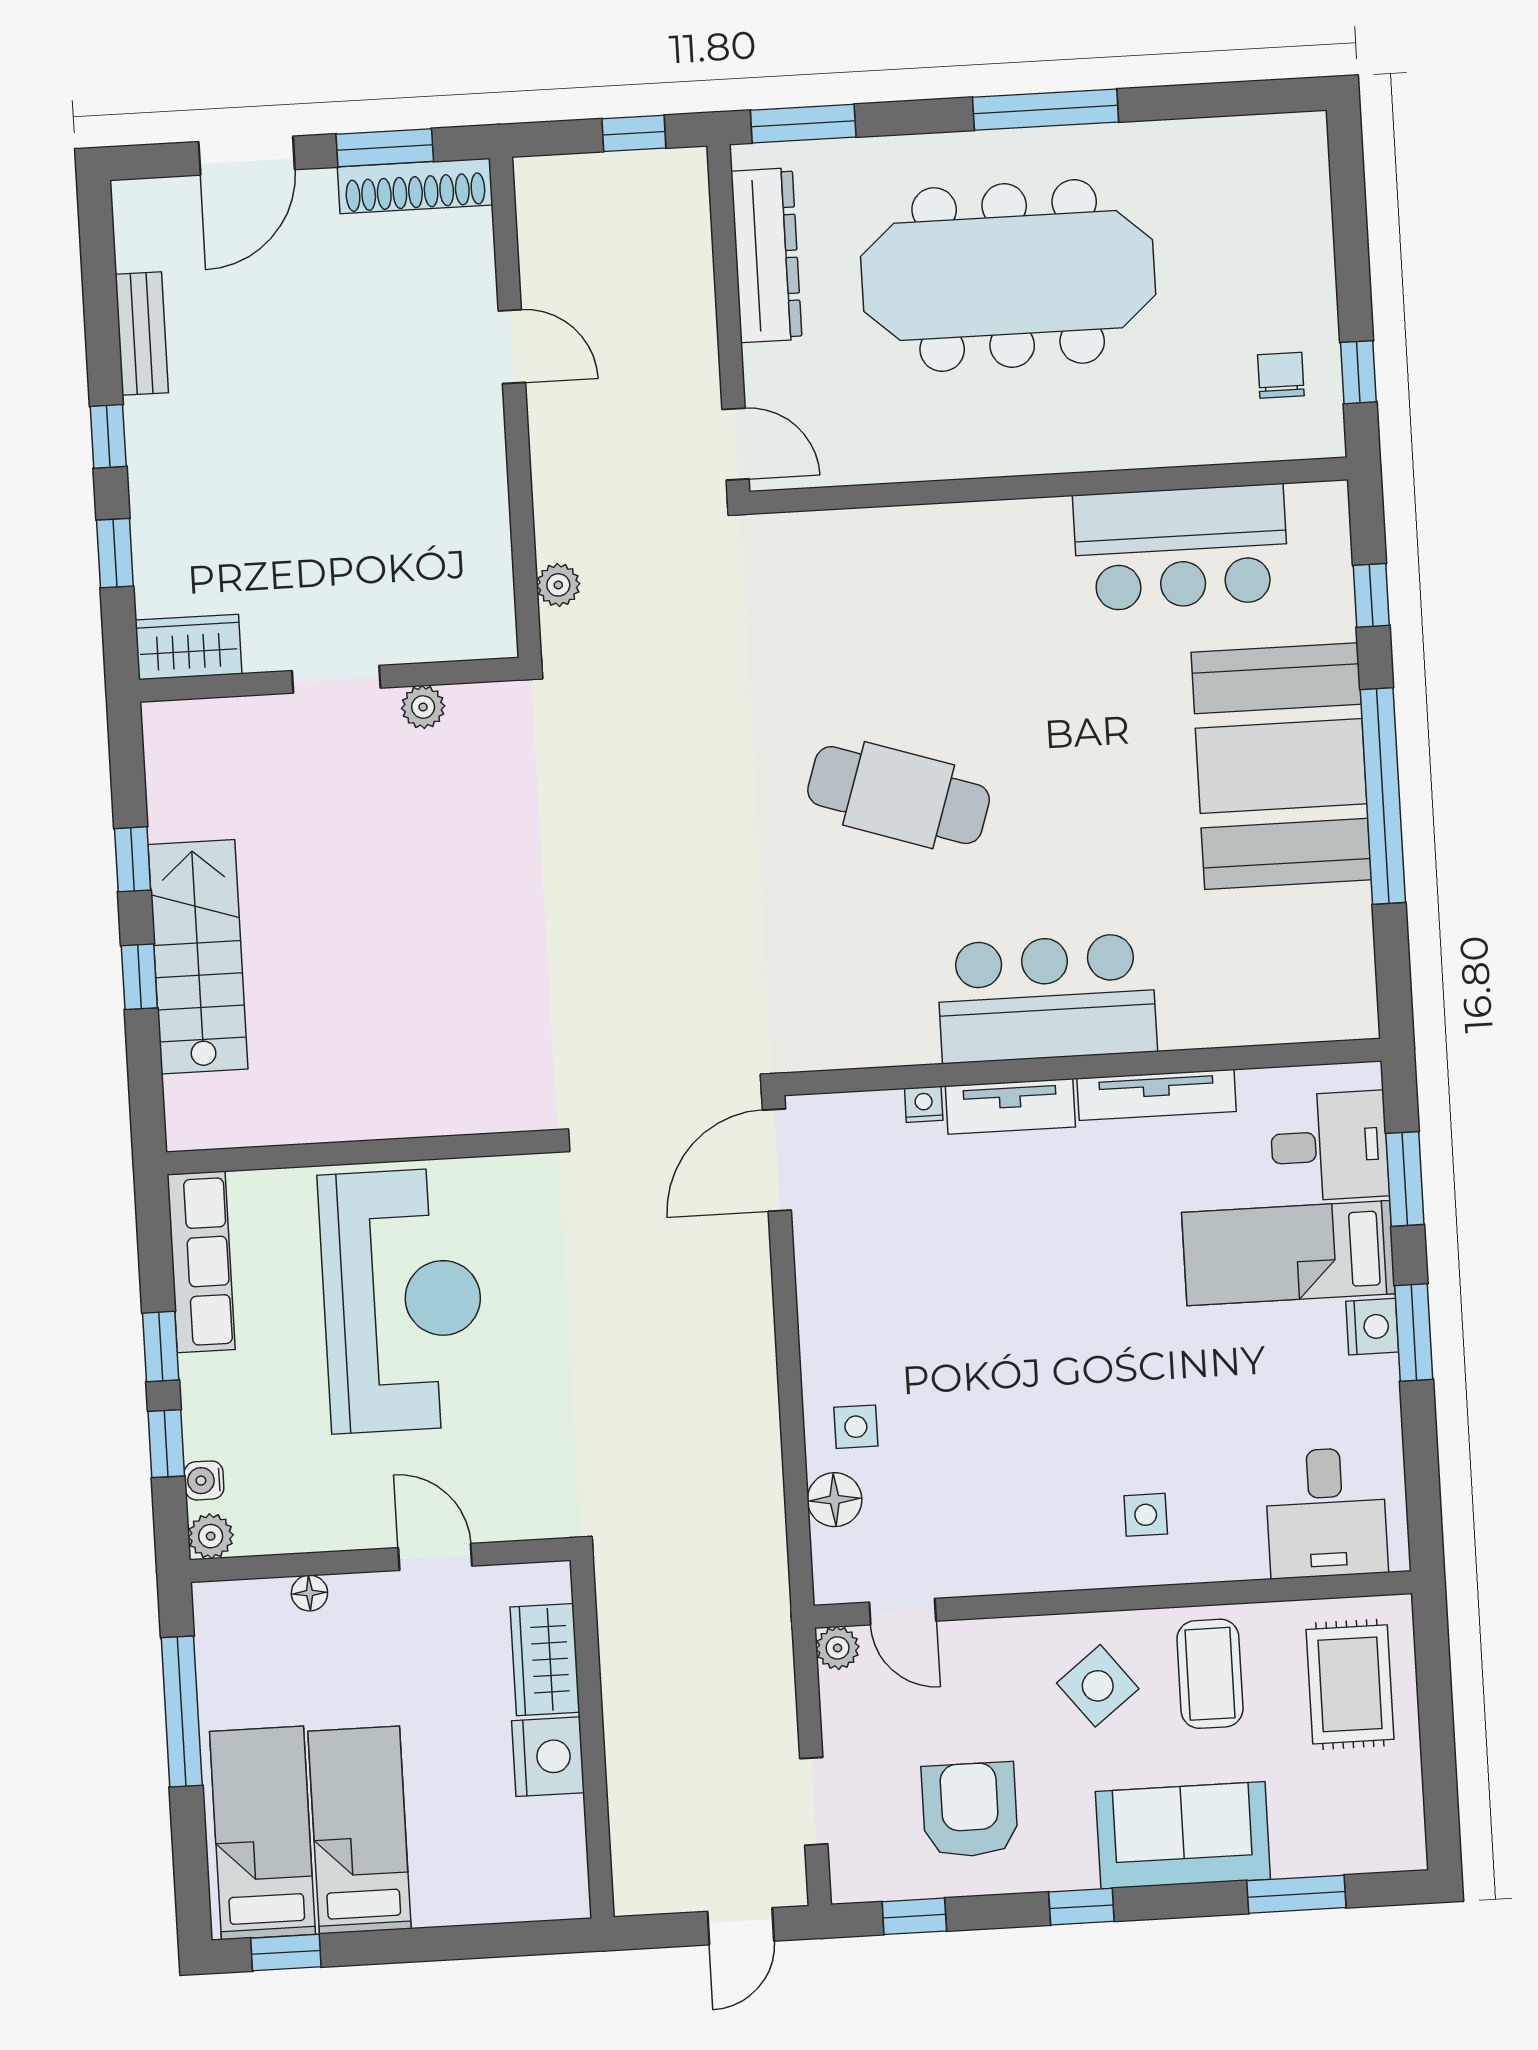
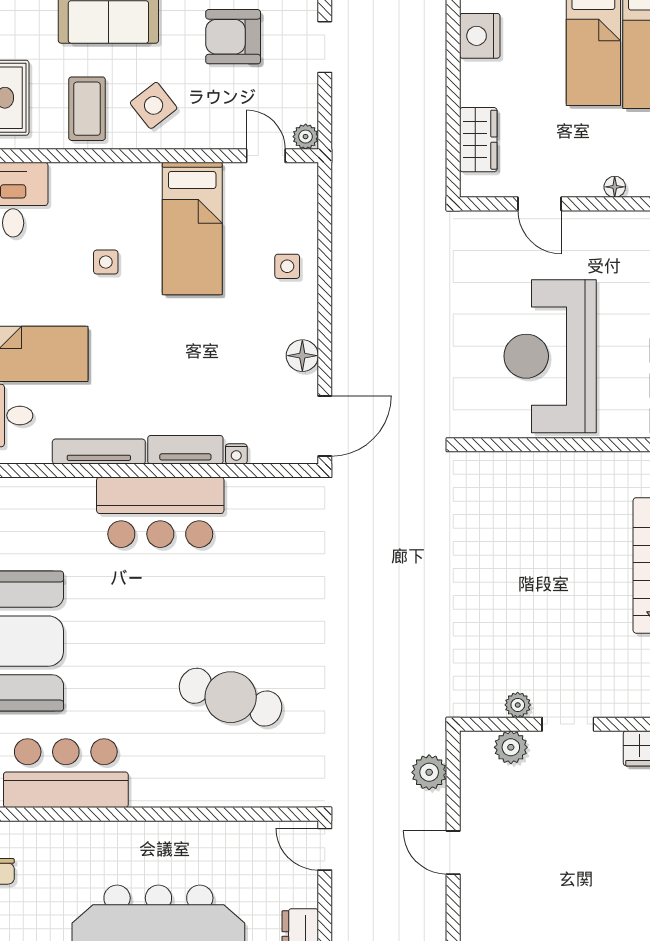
door: (512, 347) -> (453, 853), moved
plant: (558, 585) -> (429, 772), width x1.38, depth x1.38
plant: (431, 635) -> (511, 747), added
cafe table: (899, 795) -> (231, 697), moved
bed: (1020, 1481) -> (192, 229), added
floor lamp: (835, 1500) -> (302, 356), moved
side table: (1146, 1515) -> (106, 262), moved
nightstand: (548, 1757) -> (480, 36), moved
armchair: (970, 1810) -> (233, 37), turned 90

